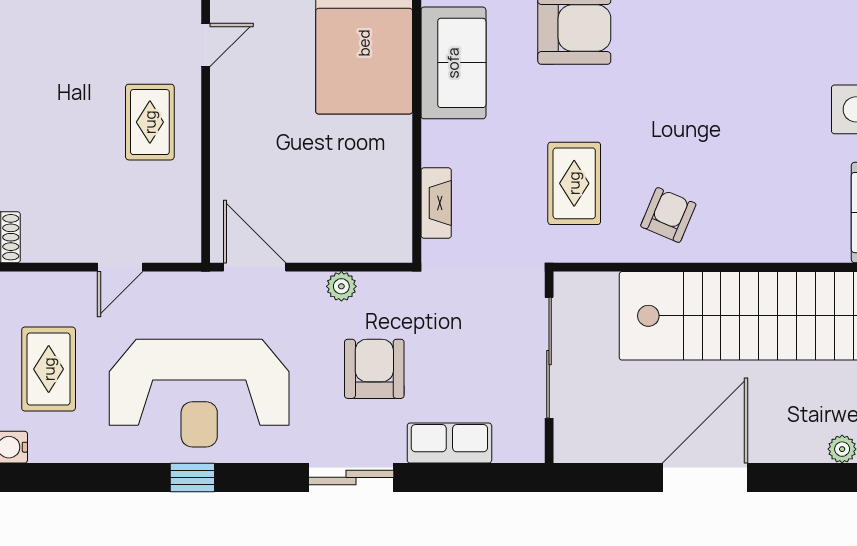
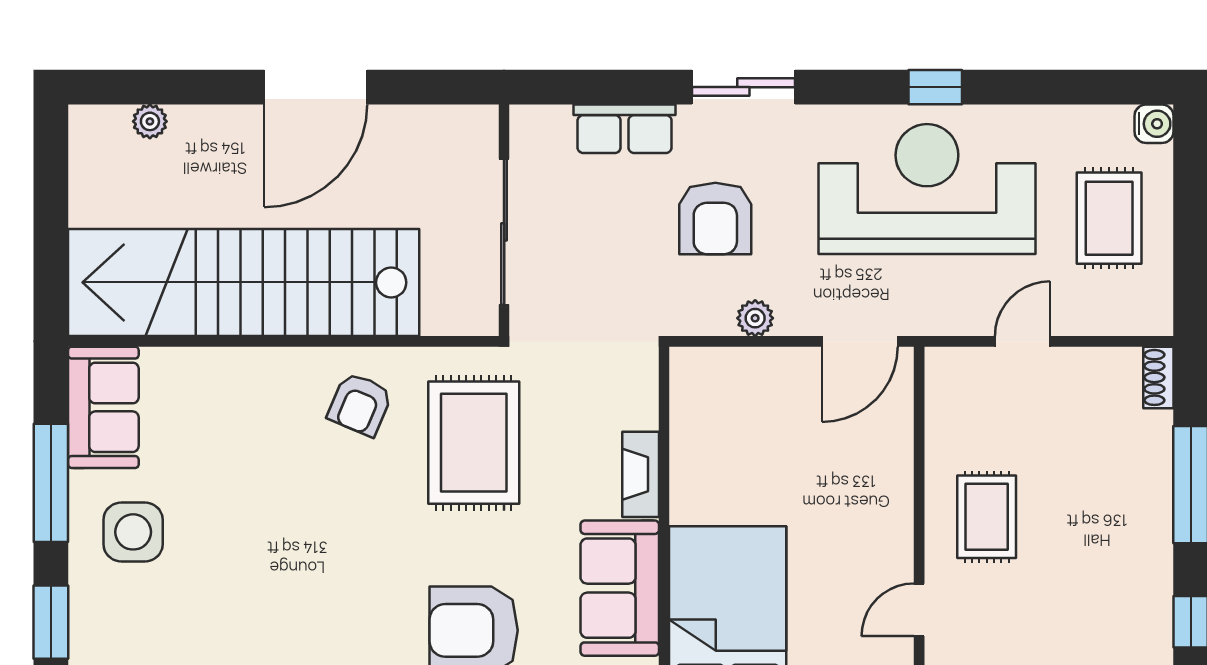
rug: (574, 183) -> (474, 443), width x1.36, depth x1.43
fireplace: (436, 203) -> (641, 474), moved
door: (255, 267) -> (860, 341), hinge flipped

